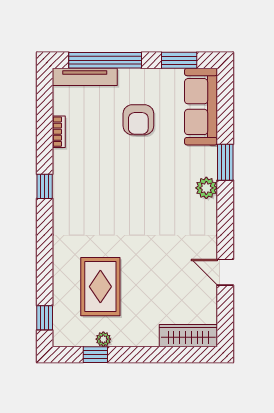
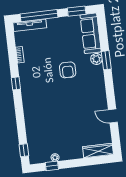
armchair: (138, 120) -> (68, 70), moved
plant: (206, 188) -> (96, 59), moved
rug: (100, 287) -> (50, 131), removed

